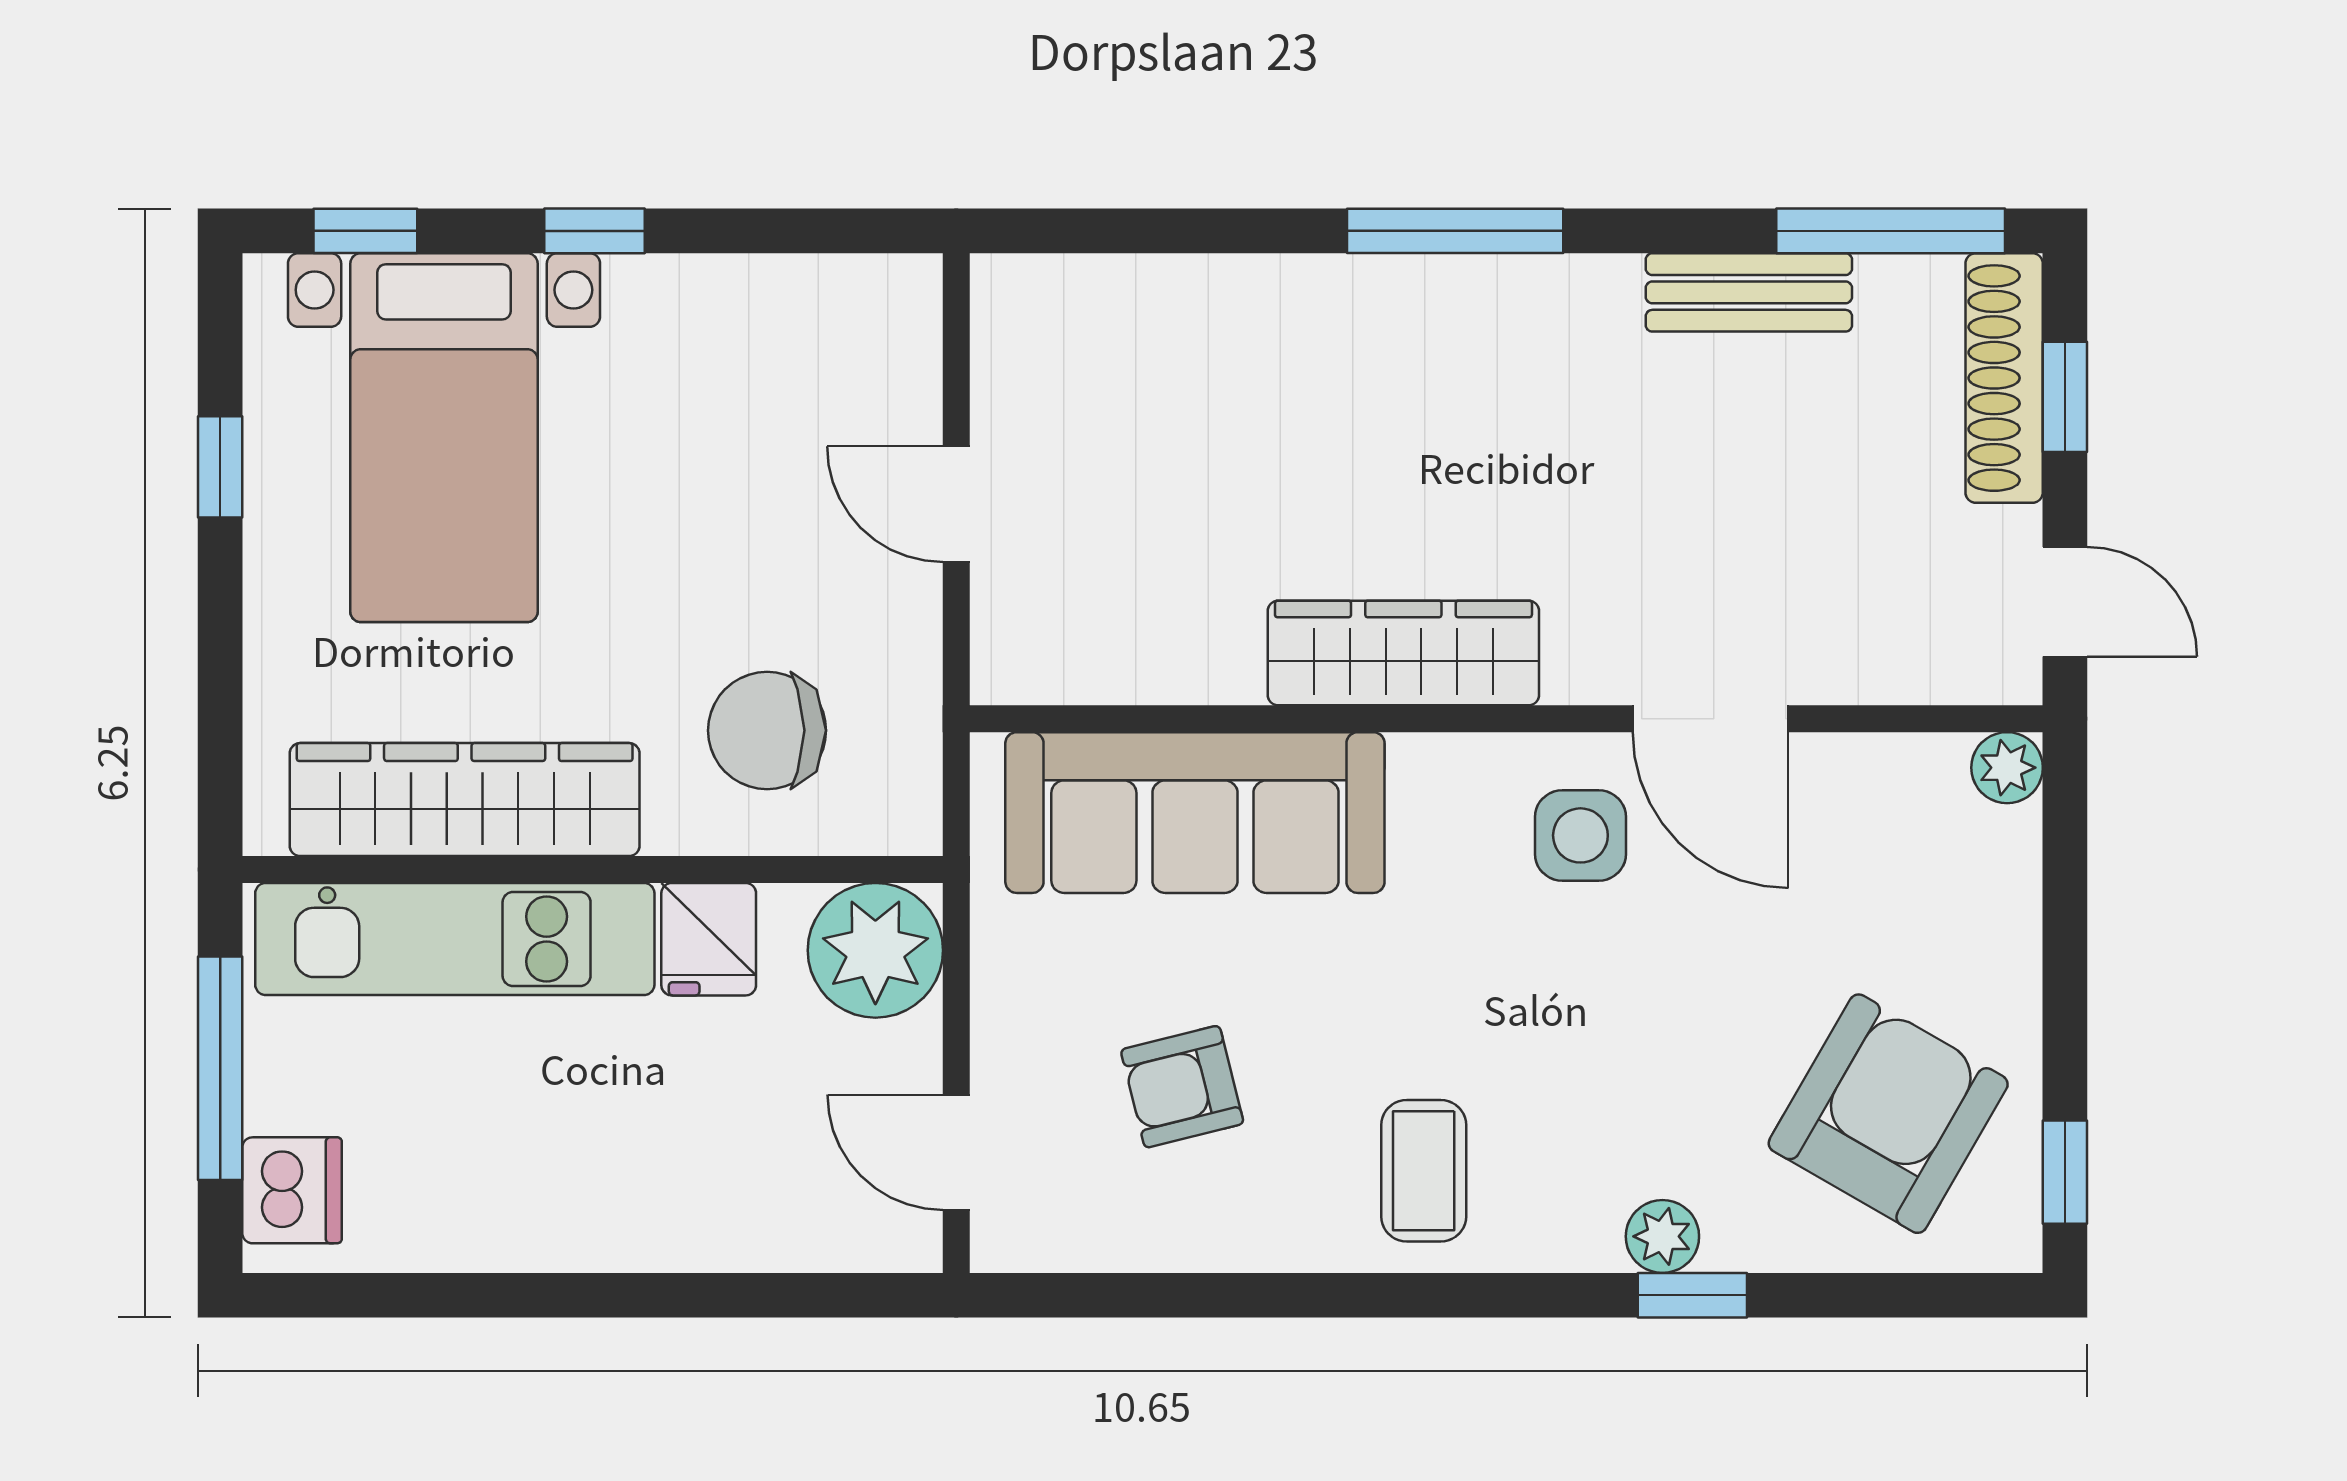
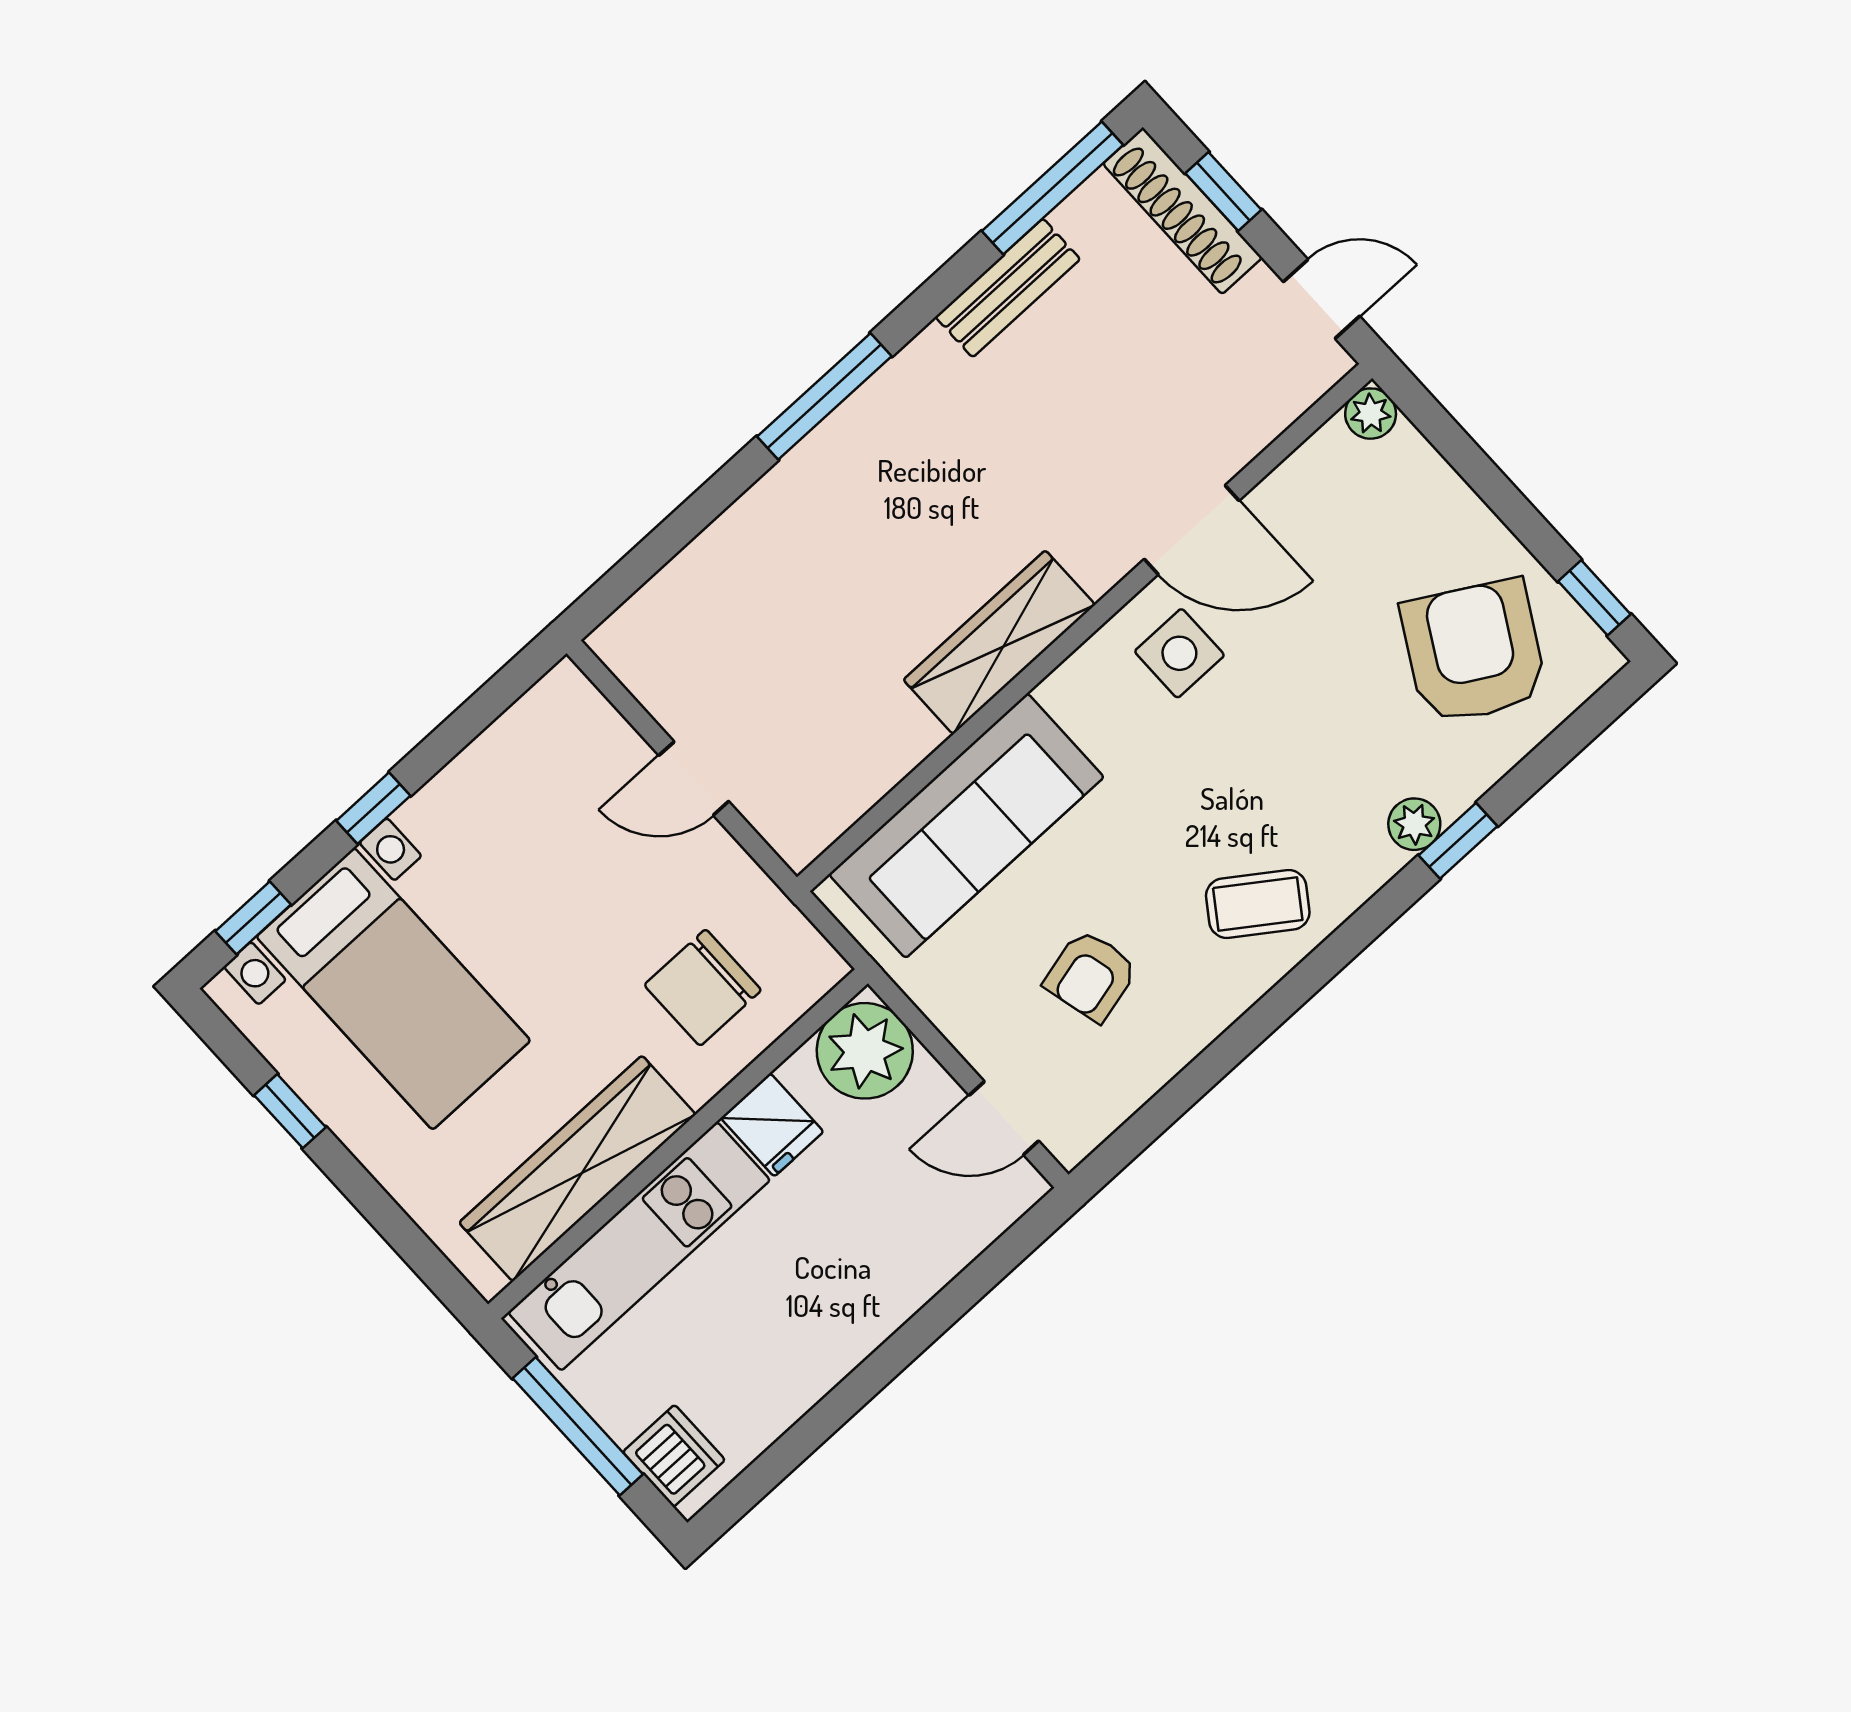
coffee table: (1424, 1171) -> (1258, 904), turned -55

